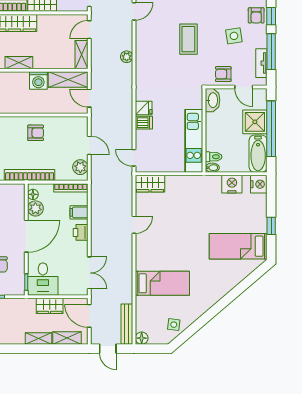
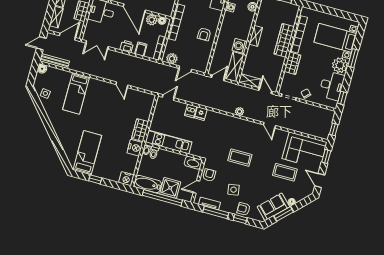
wardrobe: (150, 184) -> (140, 130), moved
nightstand: (232, 184) -> (135, 148), moved

